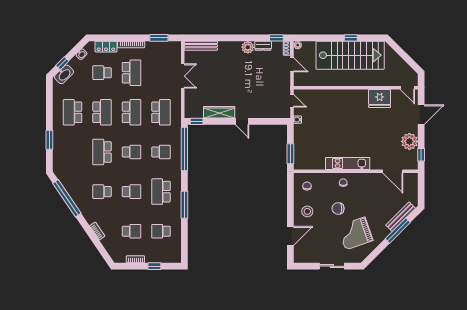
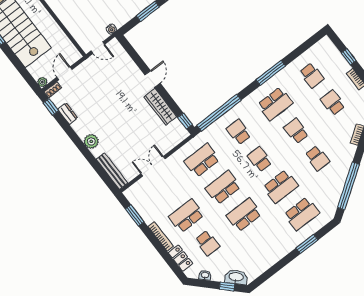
plant: (248, 47) -> (91, 141), moved
door: (292, 101) -> (98, 48), swing flipped
school desk: (73, 112) -> (302, 214), moved

